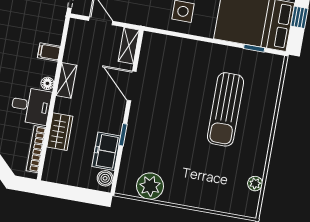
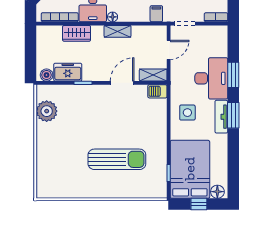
barbecue: (150, 44) -> (157, 91), added
filing cabinet: (49, 52) -> (156, 14), moved
sun lounger: (225, 109) -> (117, 159), turned 180
plant: (255, 184) -> (63, 193), removed

